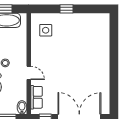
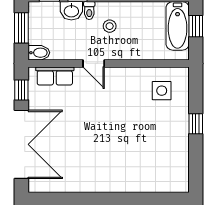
door: (29, 73) -> (94, 63), hinge flipped

